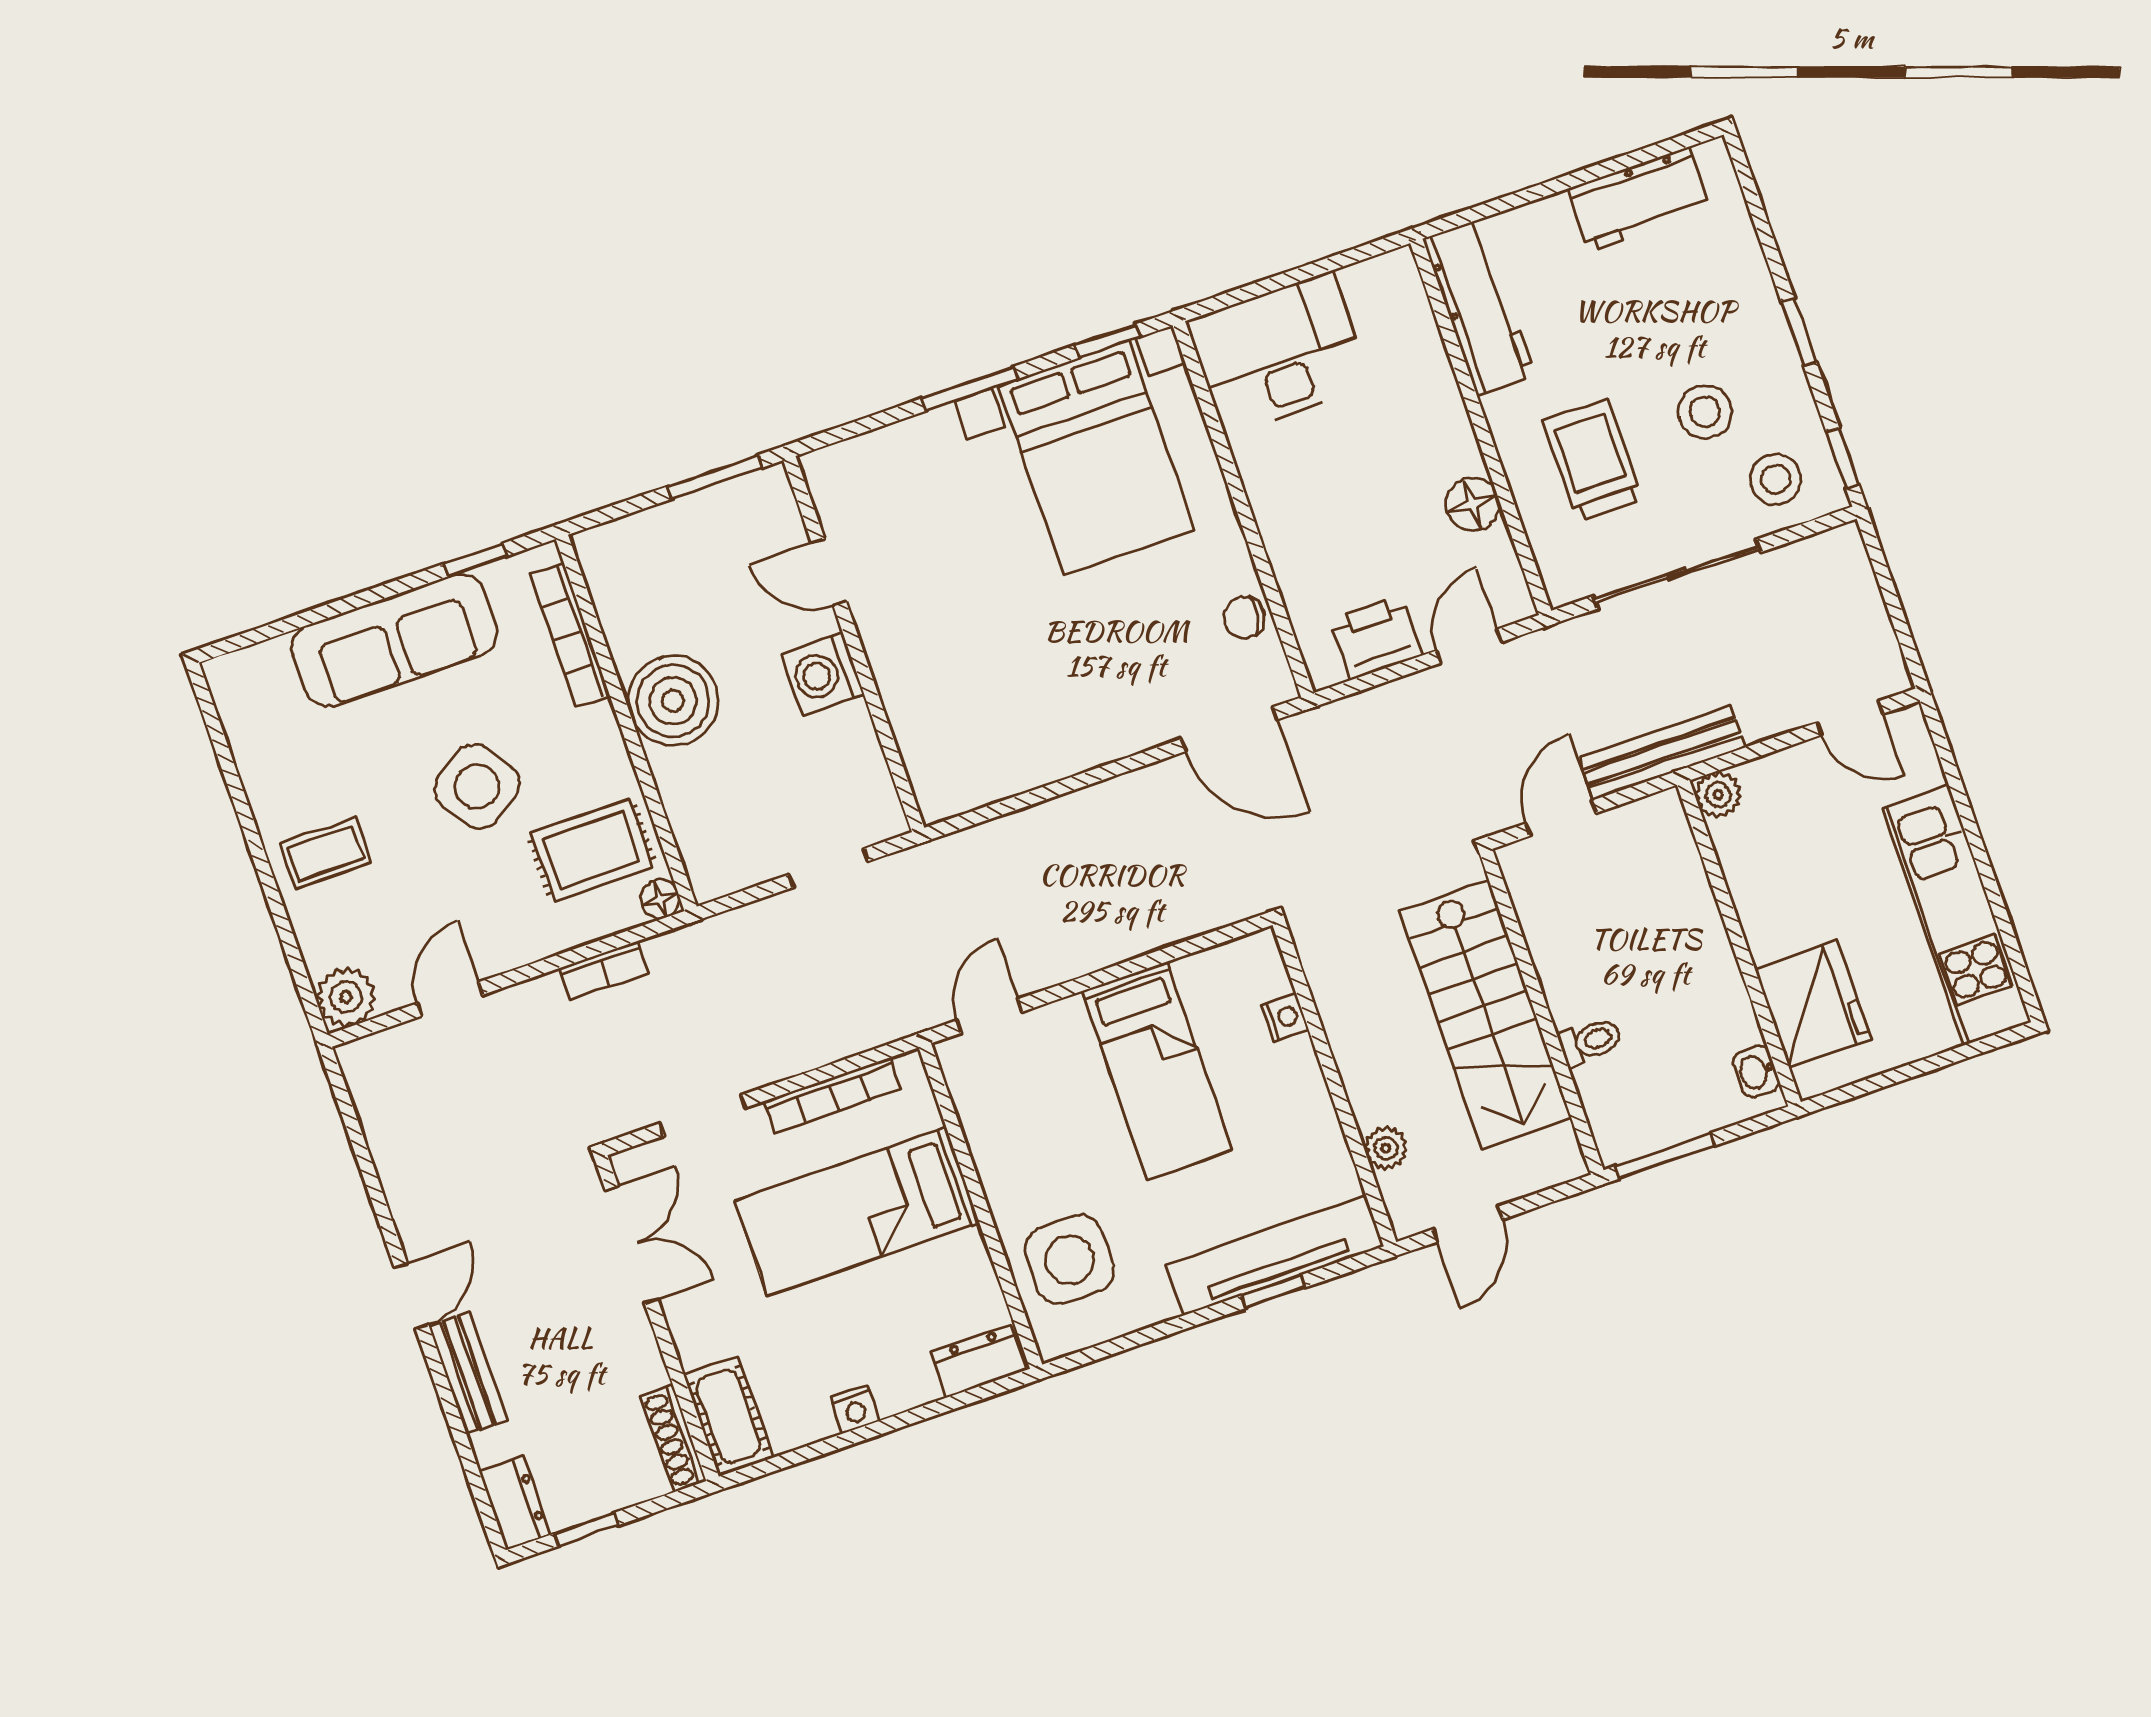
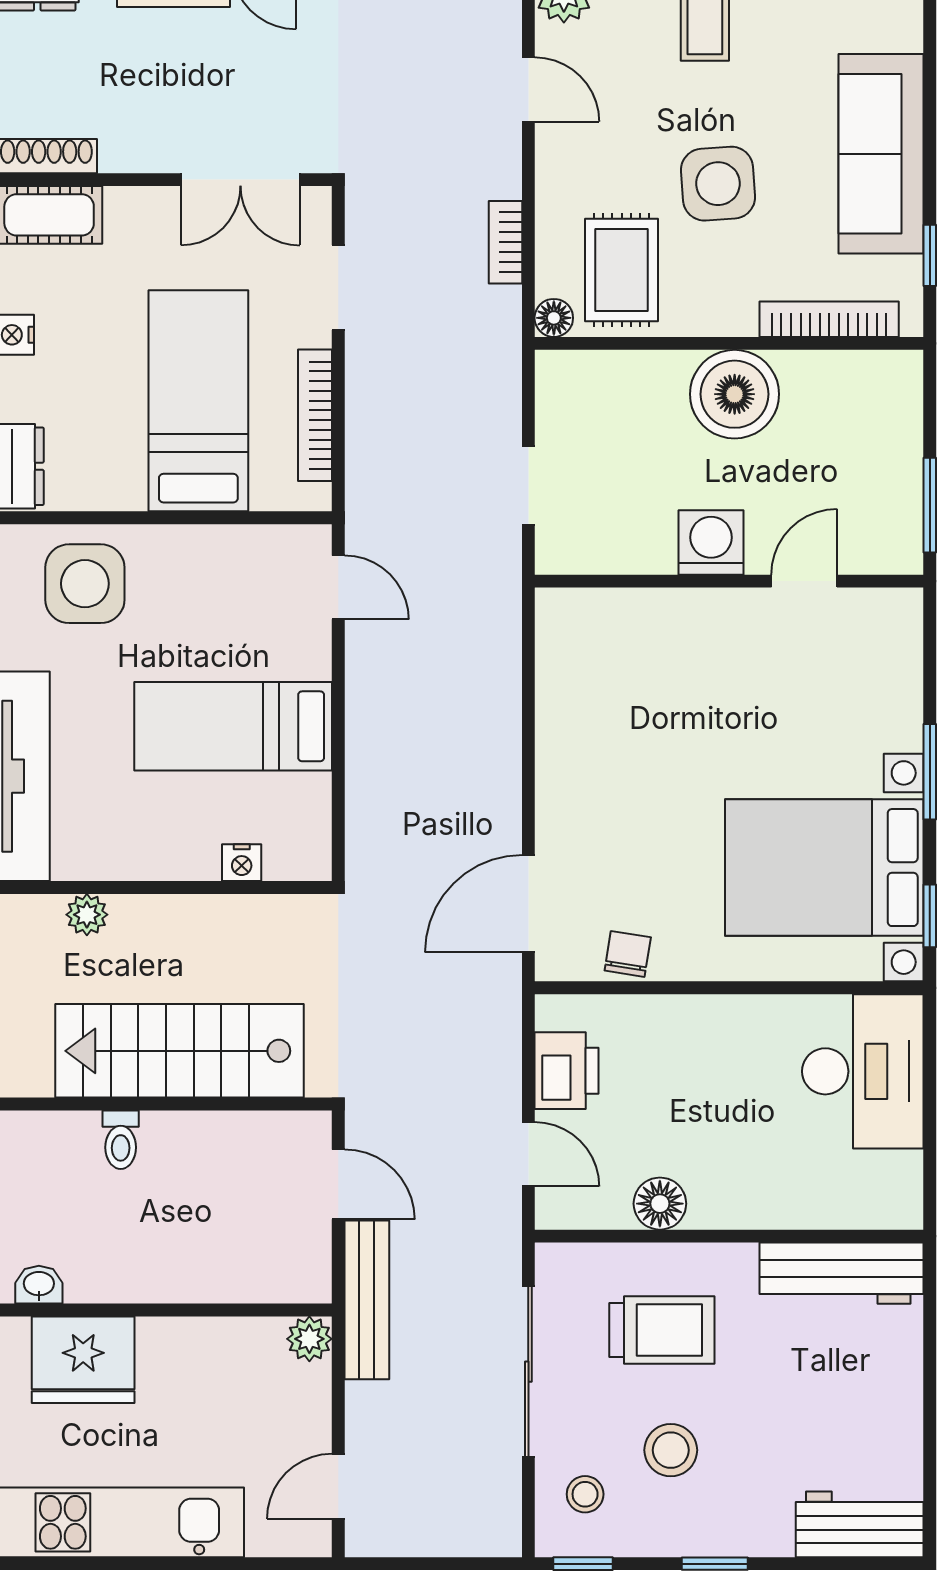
workbench: (1639, 199) -> (860, 1524), moved, turned 90
stool: (1776, 479) -> (585, 1494), width x0.73, depth x0.73
side table: (477, 786) -> (718, 184), turned 30

